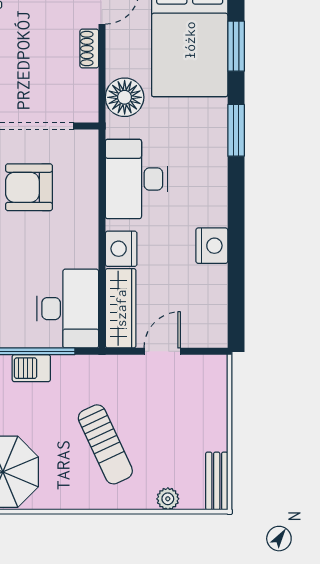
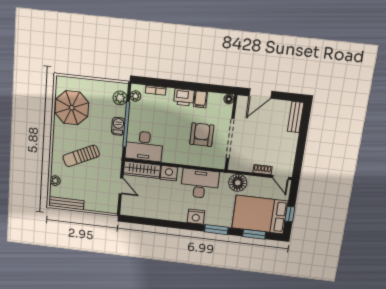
nightstand: (212, 246) -> (196, 217), moved
bench: (217, 481) -> (66, 203), width x1.36

